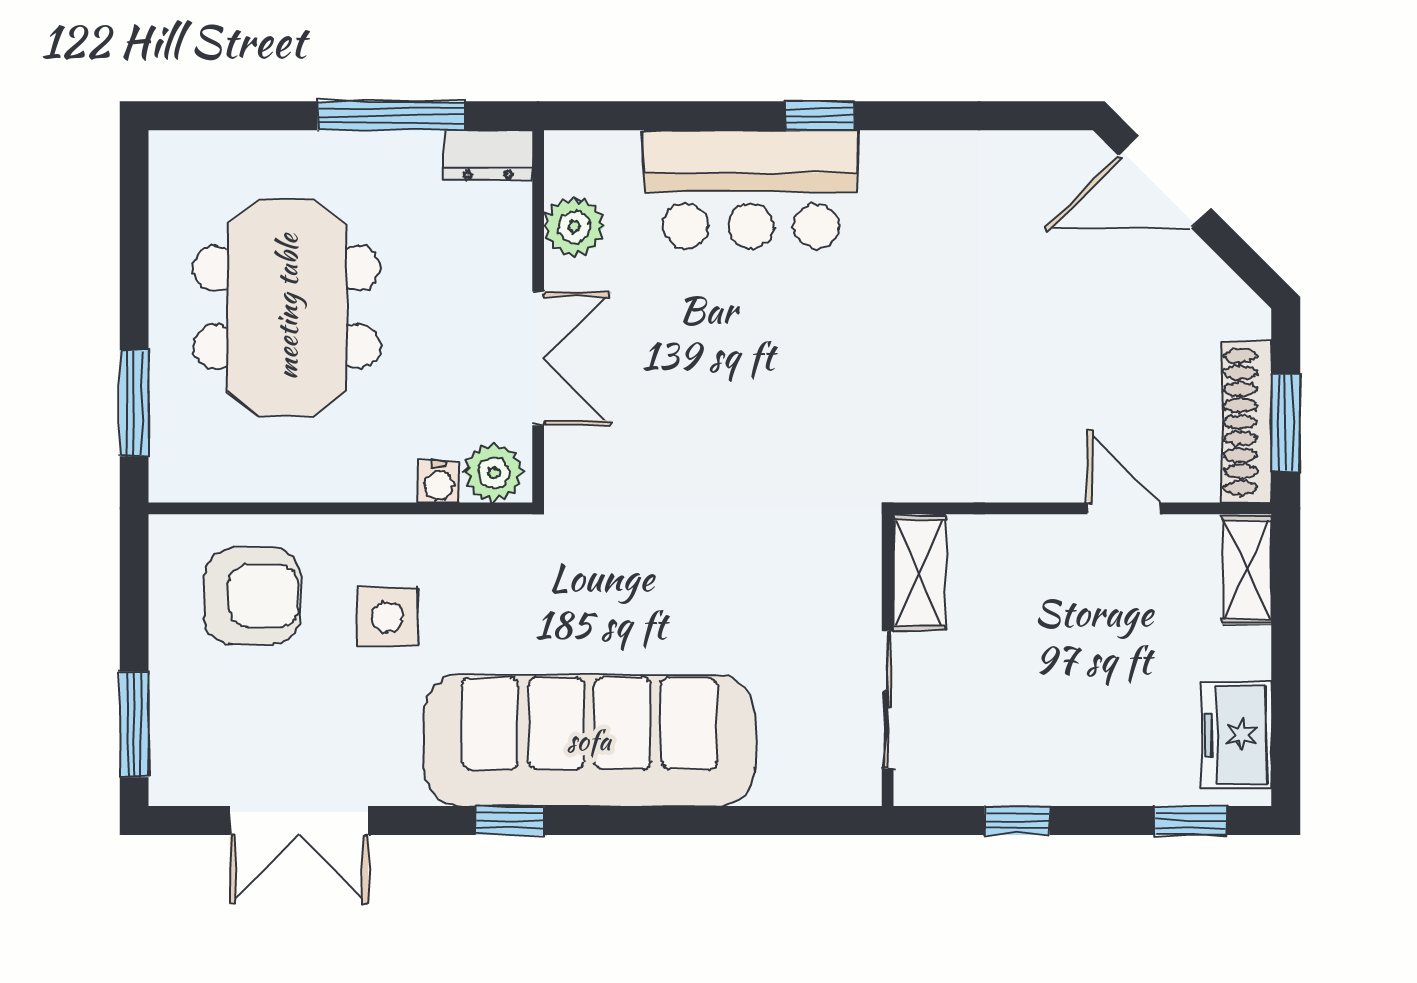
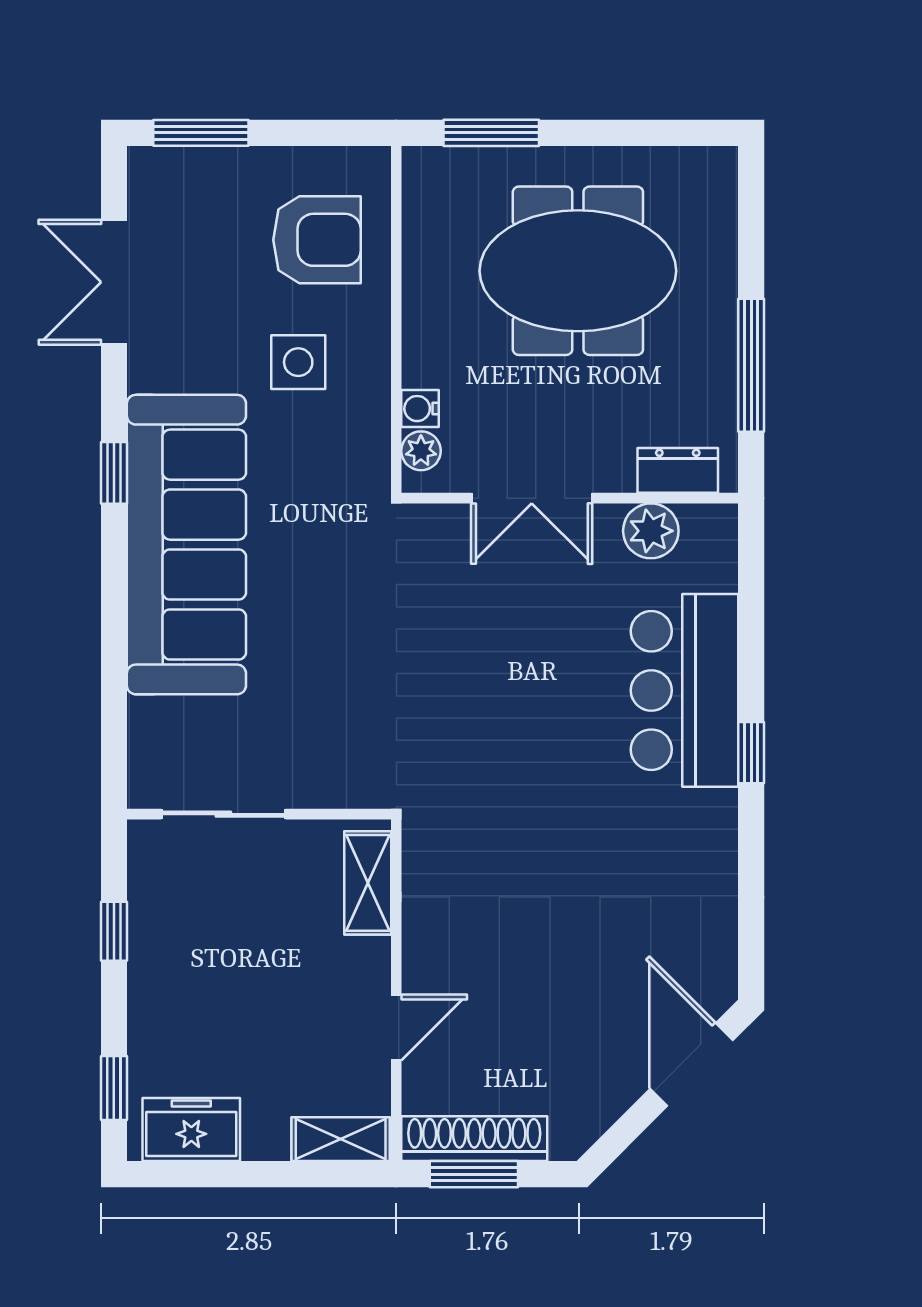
dresser: (488, 155) -> (678, 470), moved, turned 90
plant: (494, 473) -> (421, 451), width x0.73, depth x0.73
shelving: (919, 573) -> (368, 883), moved, turned 90
armchair: (252, 596) -> (317, 240), turned -90

